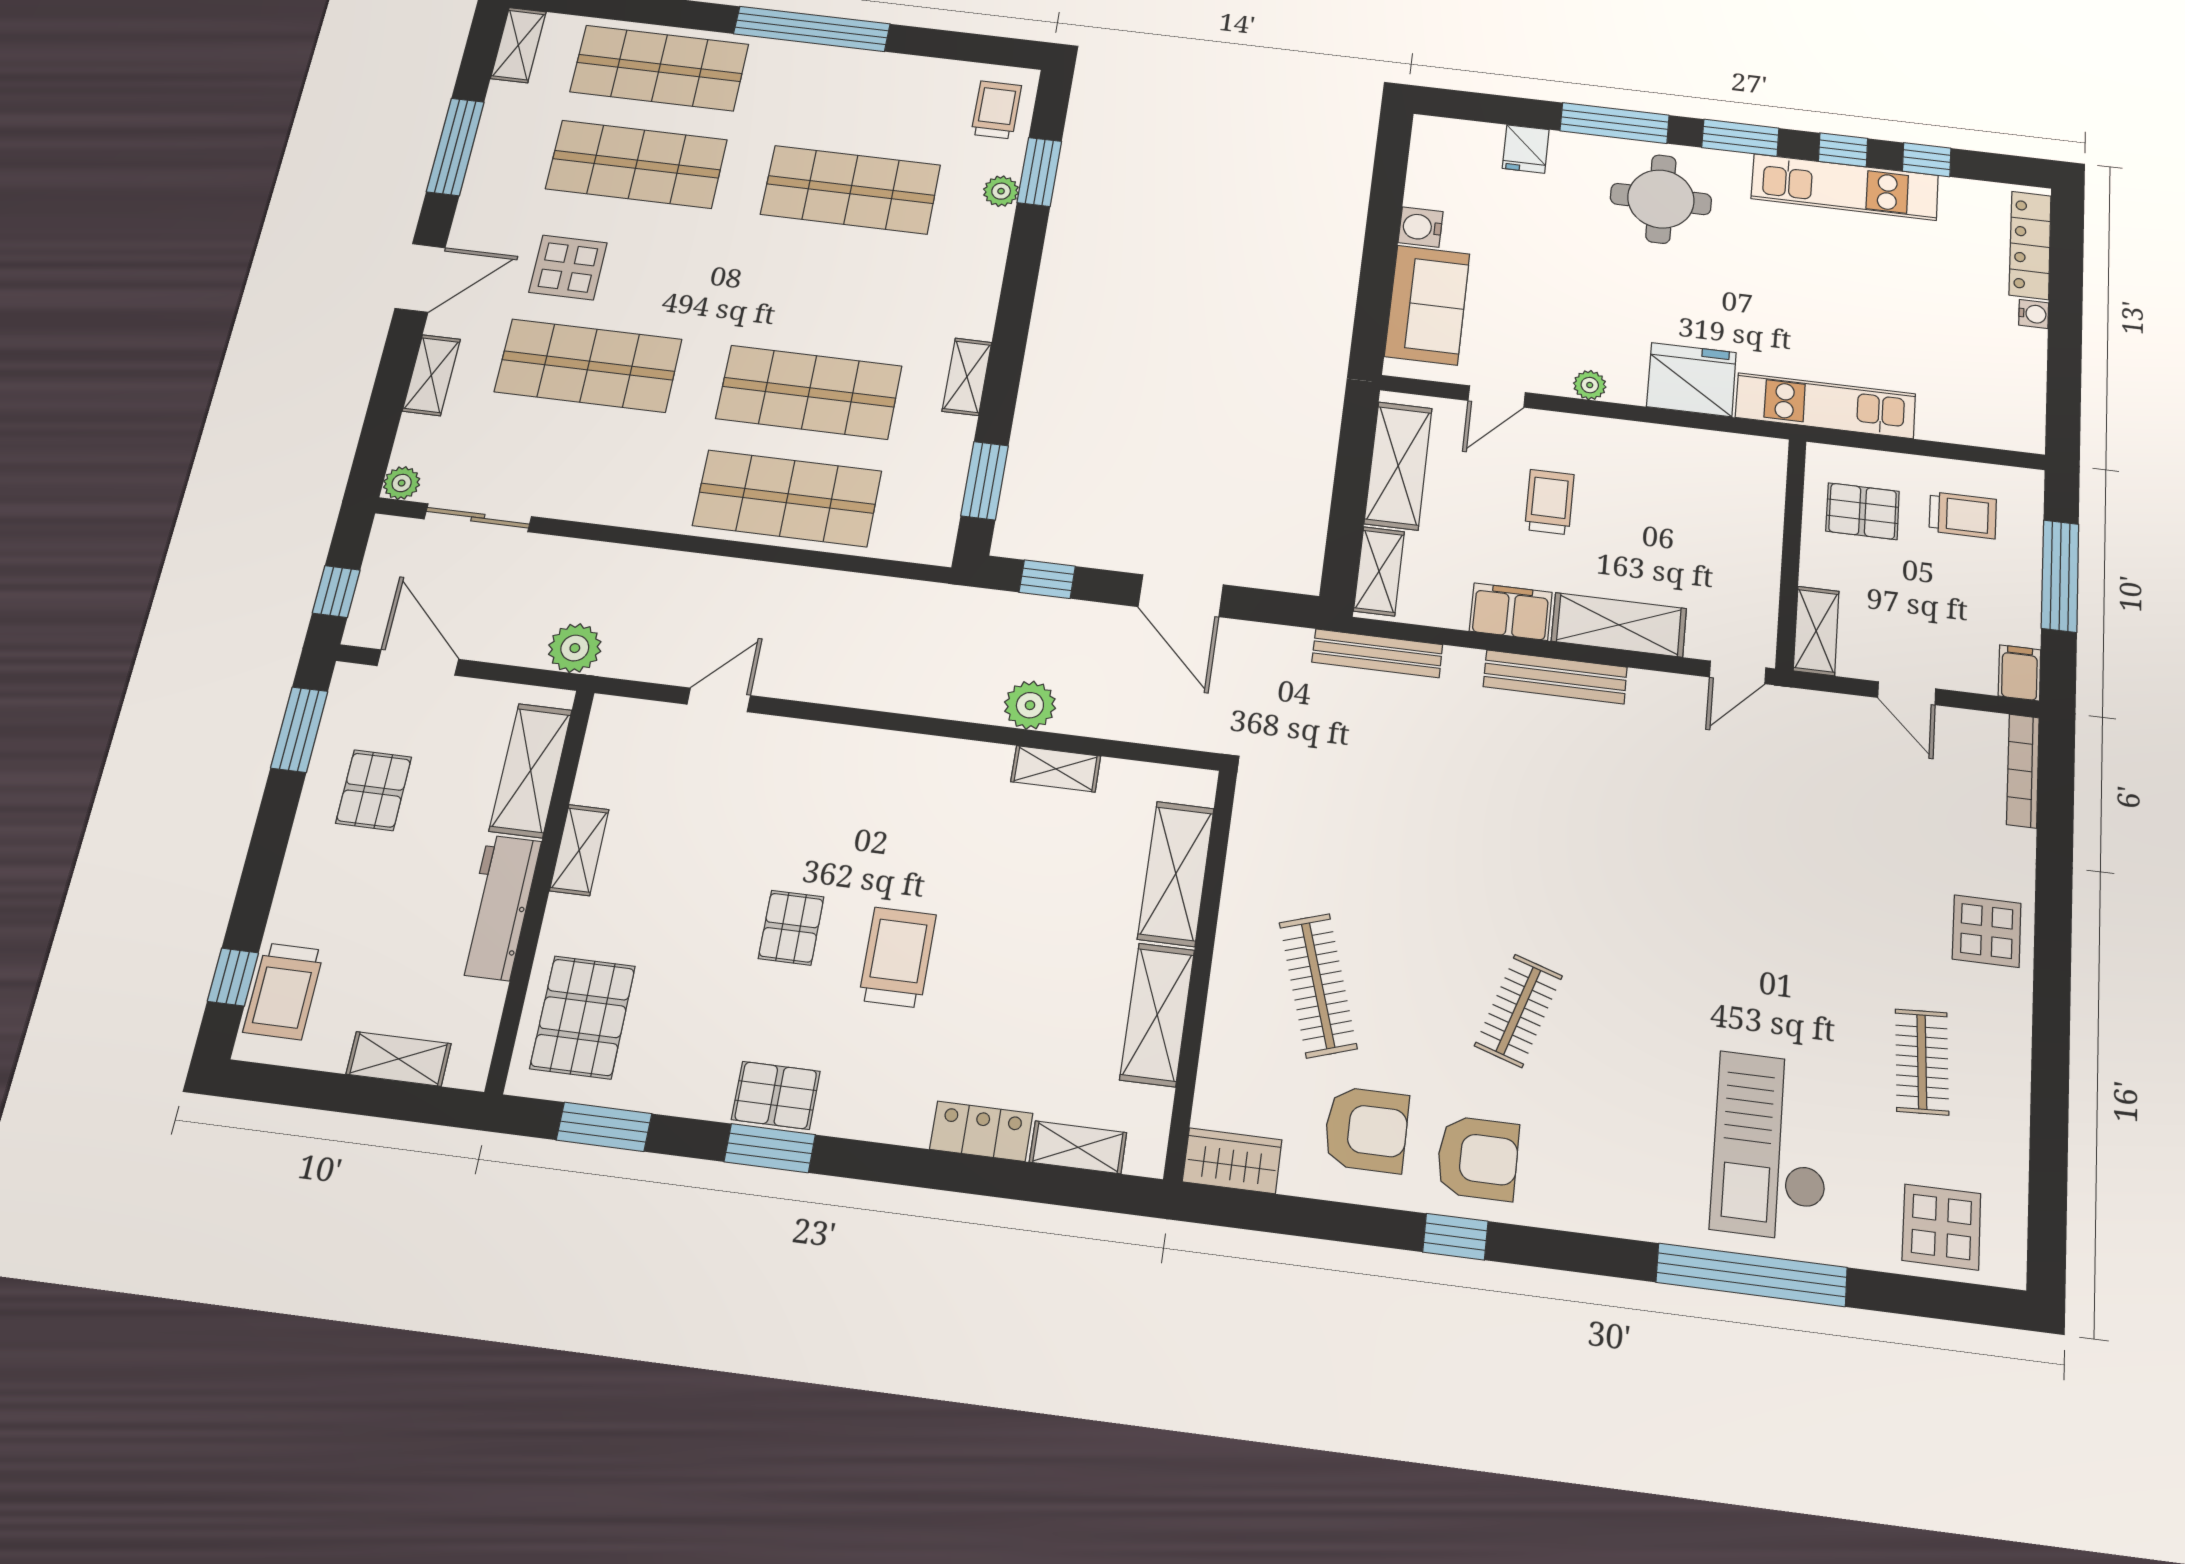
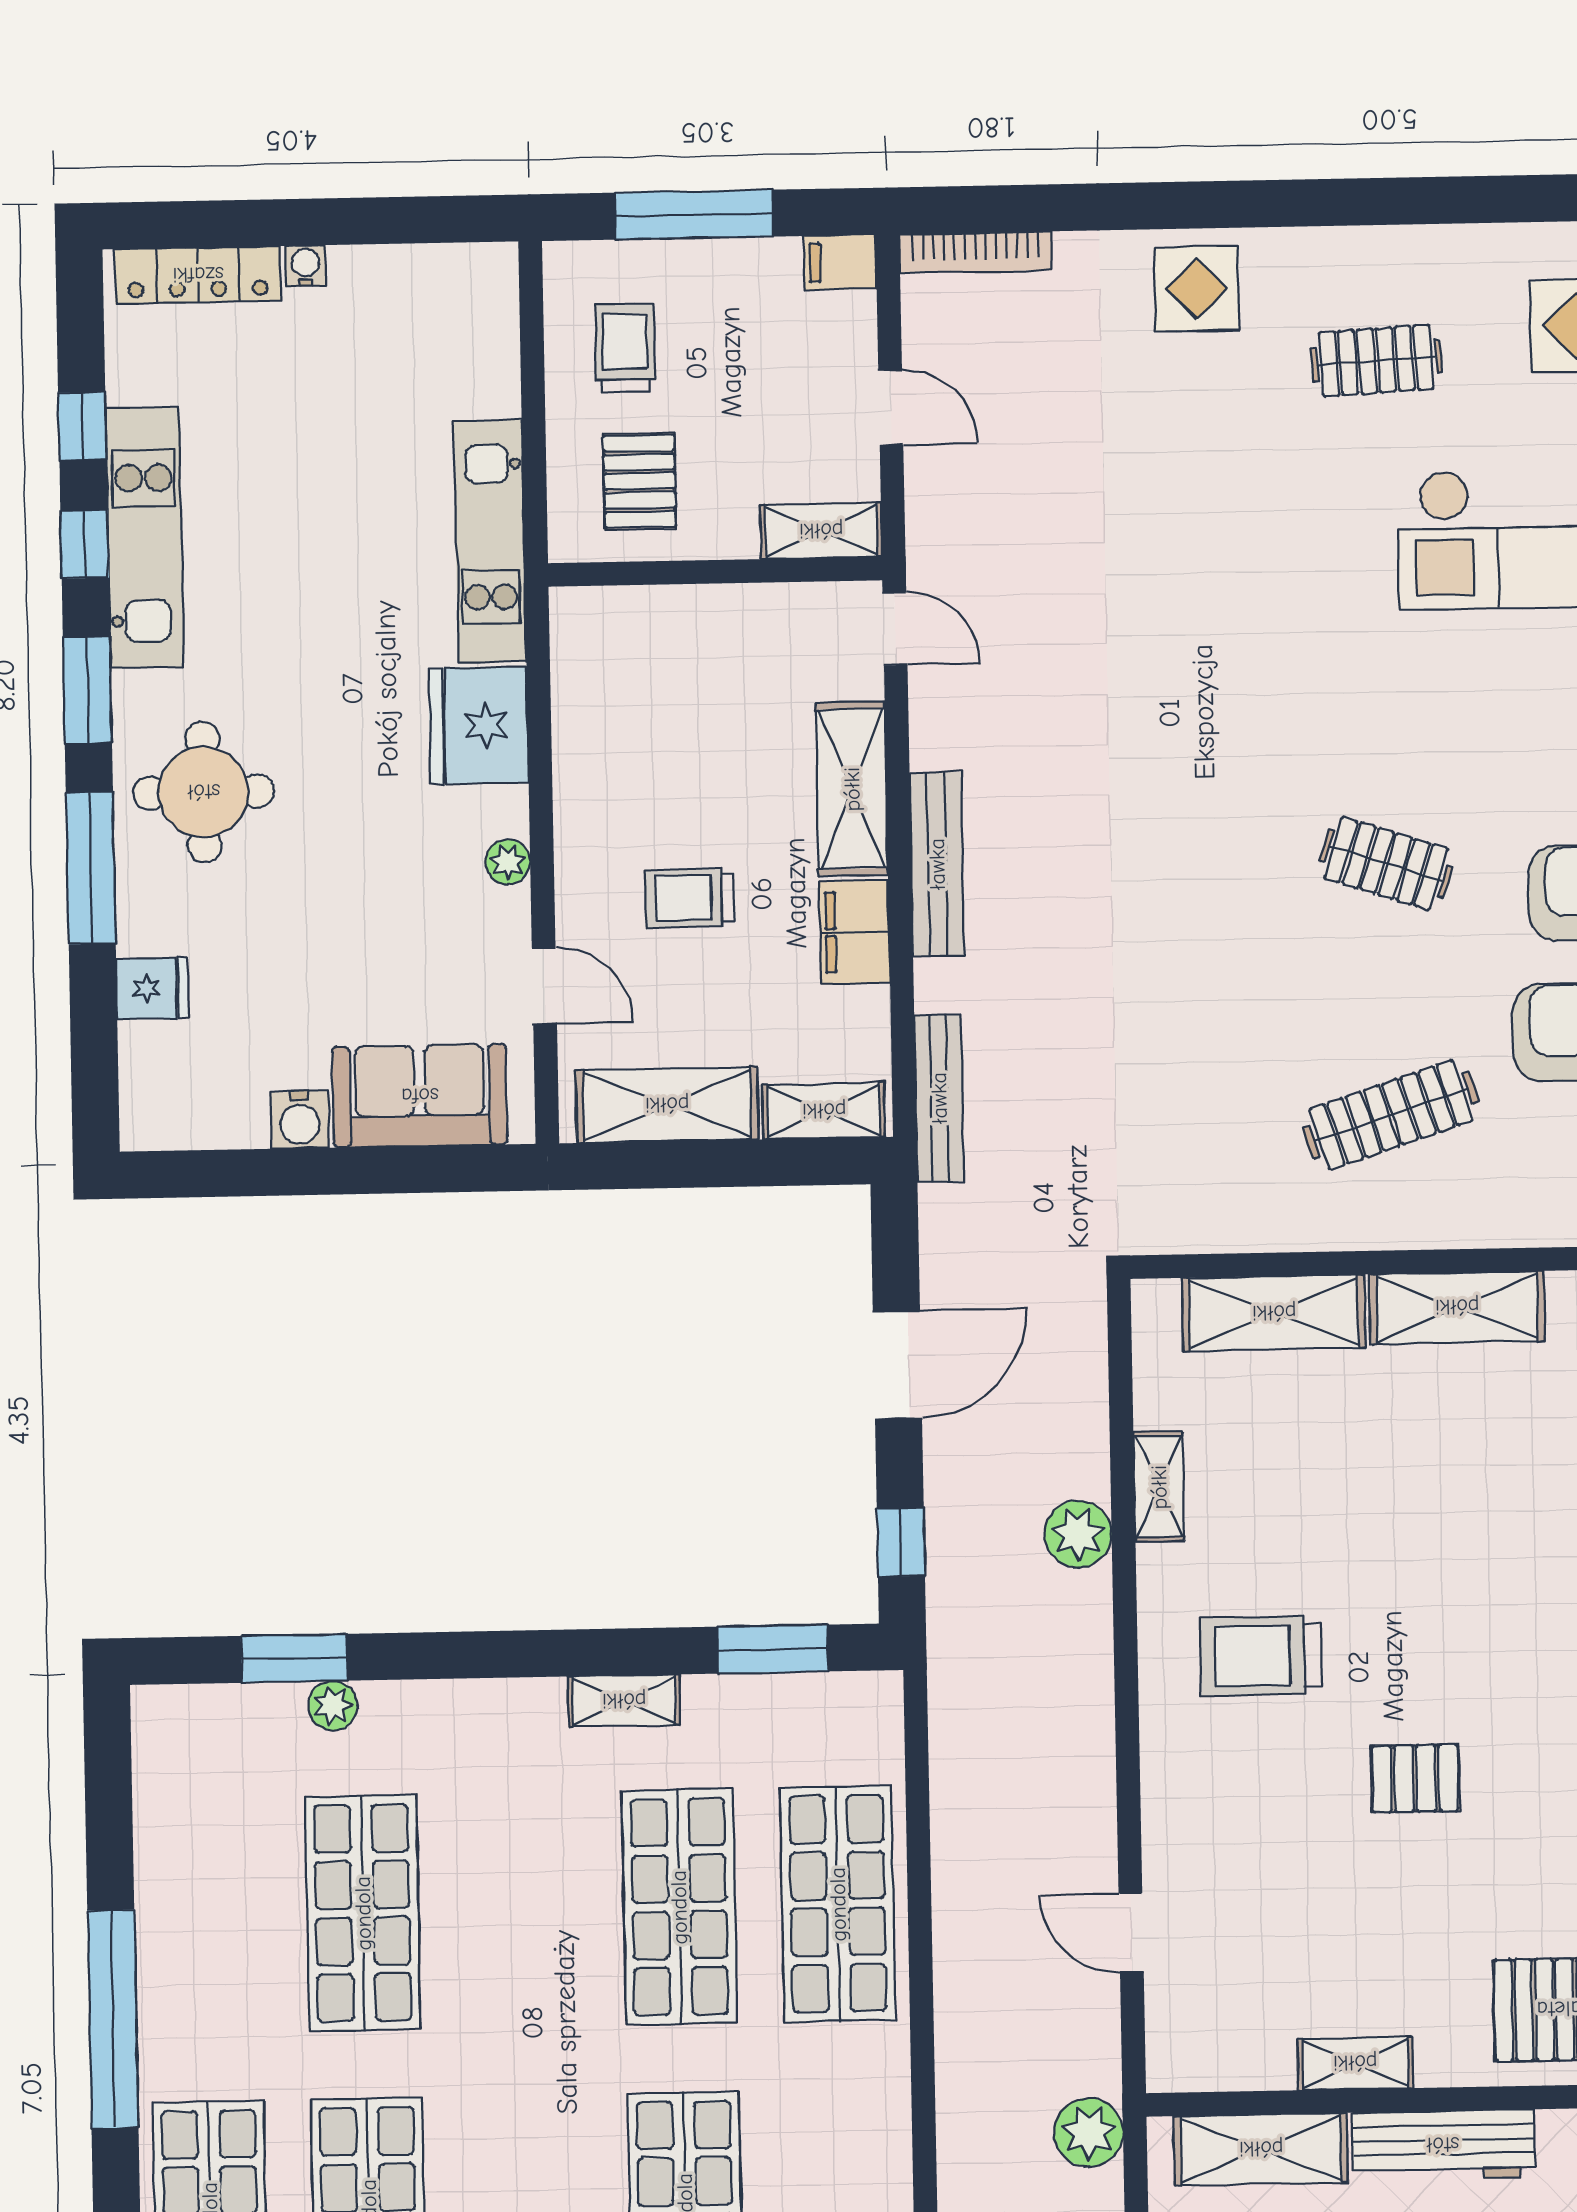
trolley: (996, 110) -> (204, 1736), removed
door: (1907, 693) -> (891, 407), hinge flipped
trolley: (897, 957) -> (1261, 1656), moved

